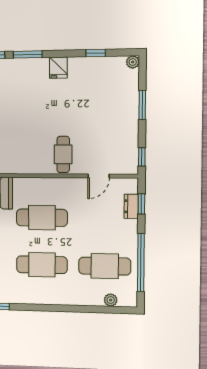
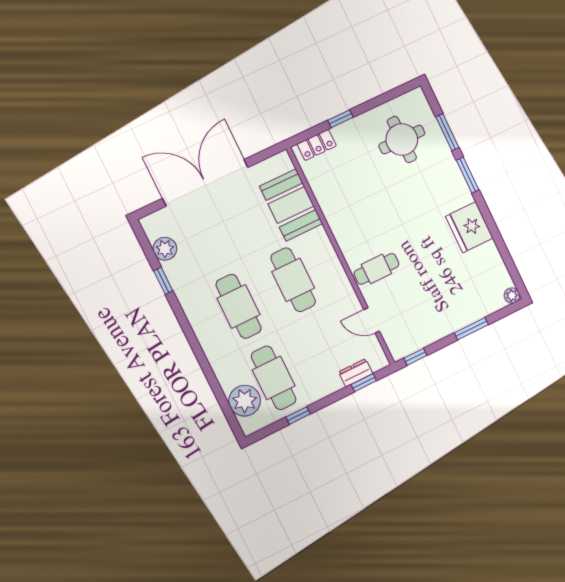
window: (96, 53) -> (503, 250), removed
fridge: (58, 68) -> (469, 227), width x1.88, depth x1.34
window: (141, 263) -> (298, 416), width x0.32
plant: (111, 300) -> (245, 401), width x1.87, depth x1.87

